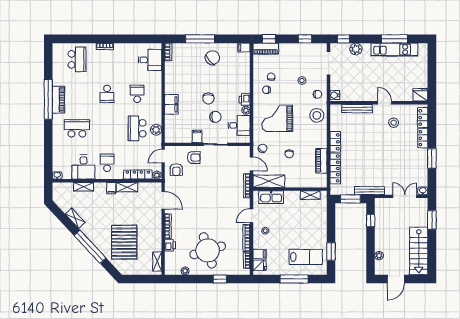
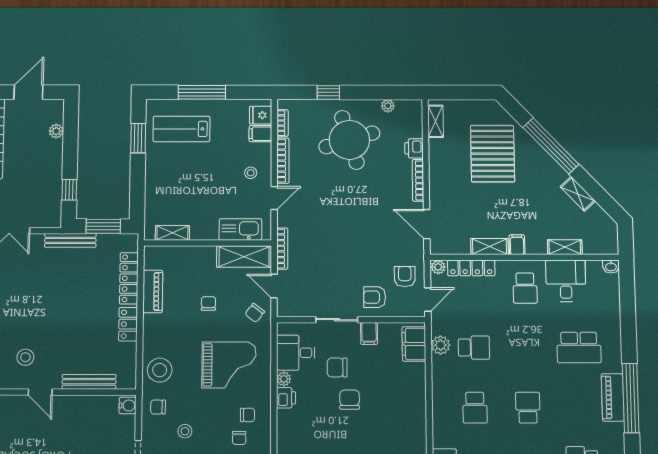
filing cabinet: (171, 104) -> (414, 344), moved
school desk: (137, 128) -> (474, 348), width x0.54

